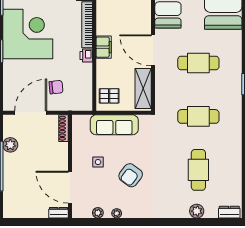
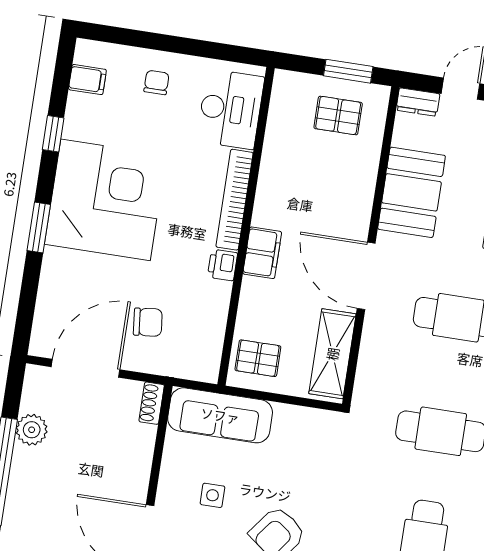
sofa: (114, 125) -> (220, 415), moved
shoe rack: (64, 128) -> (152, 403), width x0.70

